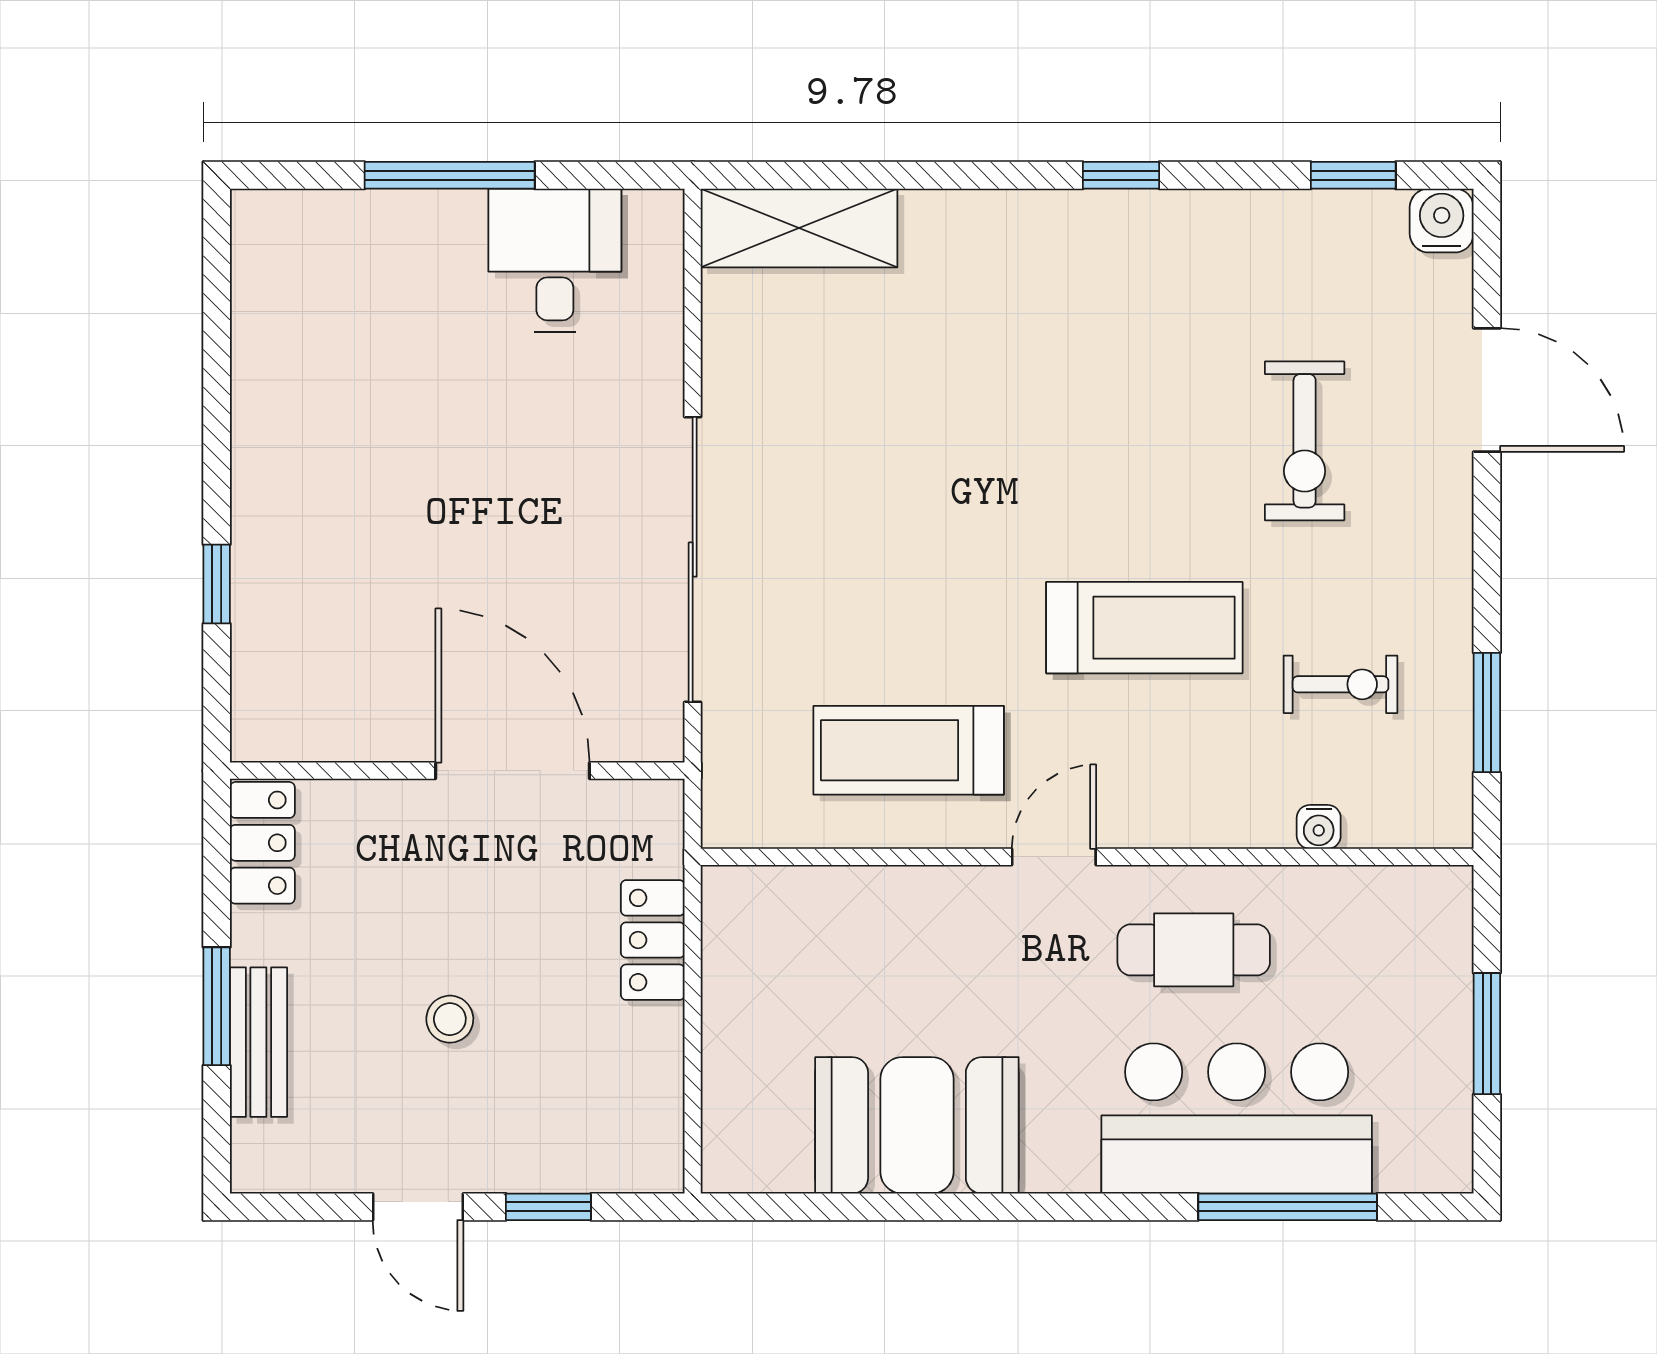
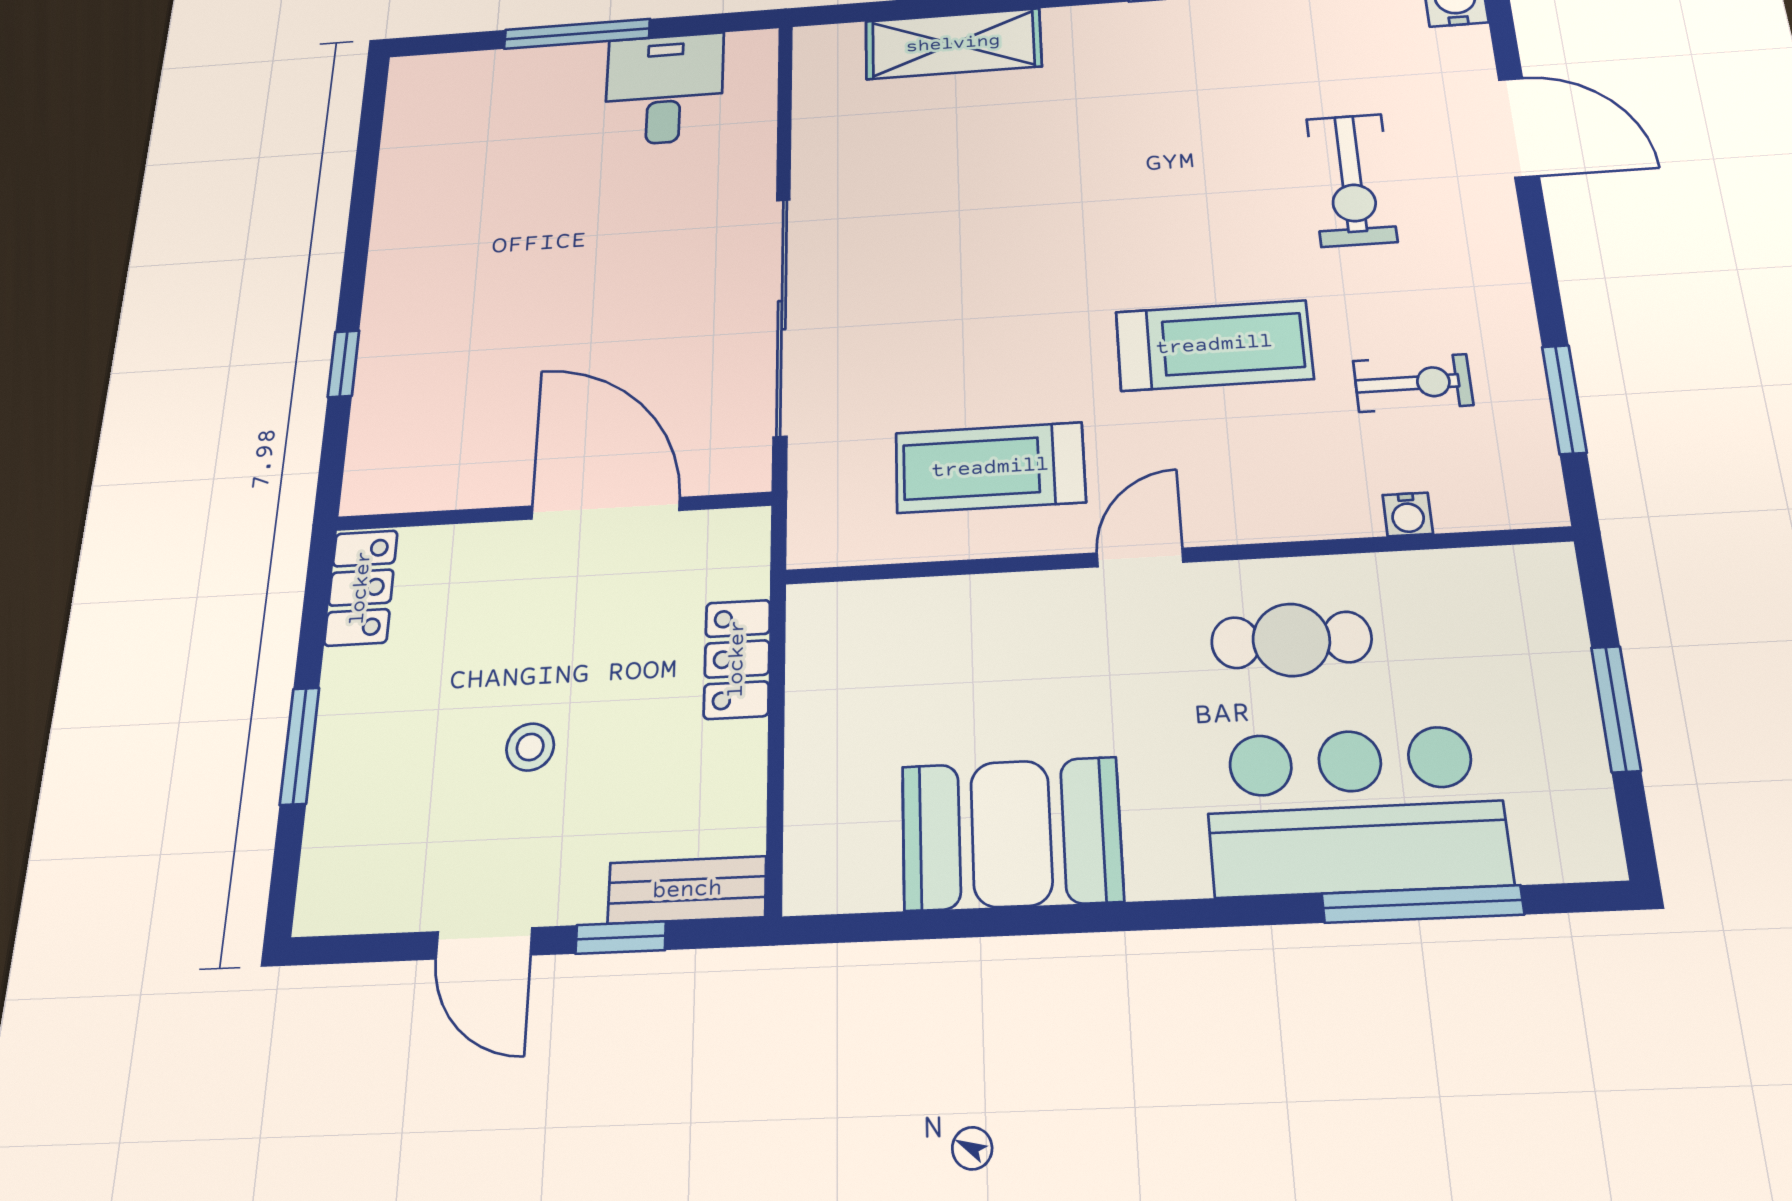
shelving: (799, 228) -> (953, 44), moved
bench: (258, 1042) -> (687, 890), moved, turned 90

